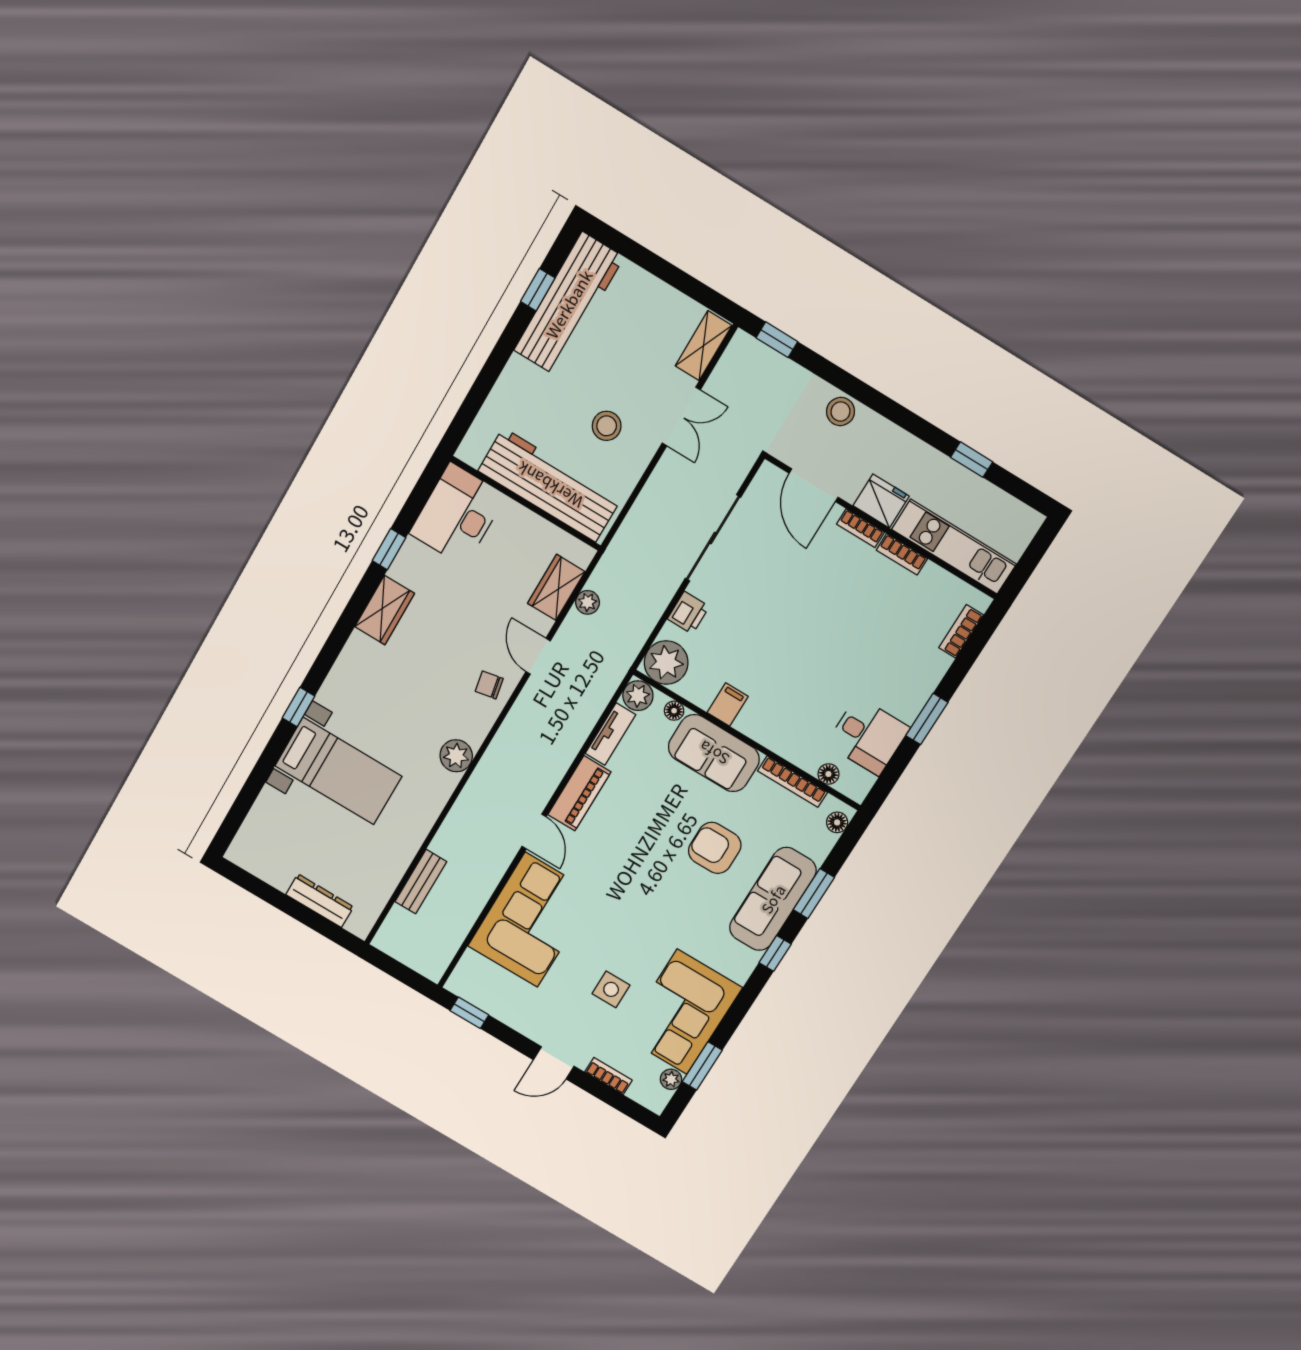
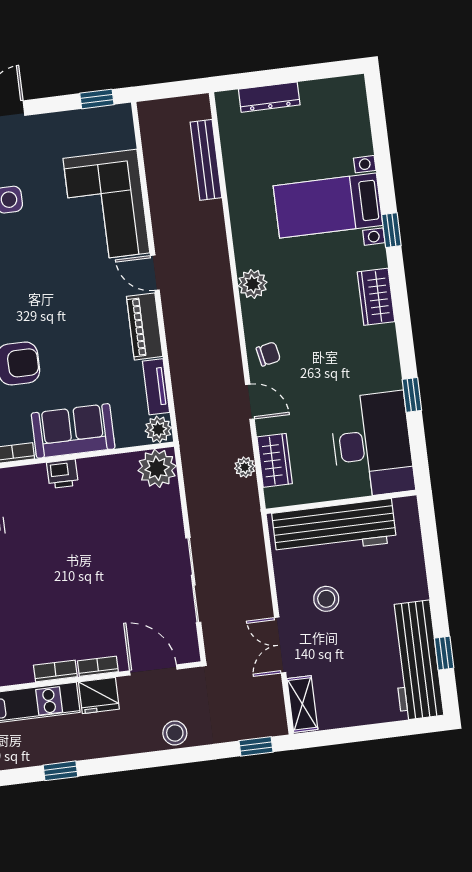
desk: (457, 514) -> (372, 445), width x1.36, depth x1.30
wardrobe: (385, 610) -> (376, 297), moved
printer: (688, 613) -> (62, 474), moved, turned -90
filing cabinet: (728, 705) -> (91, 473), removed
floor lamp: (674, 711) -> (125, 439), removed
bench: (421, 882) -> (206, 160), width x1.36

